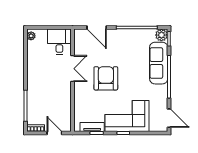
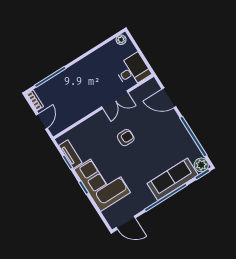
door: (97, 28) -> (169, 98), hinge flipped
armchair: (106, 78) -> (126, 138), width x0.53, depth x0.53
door: (169, 118) -> (126, 223), hinge flipped

